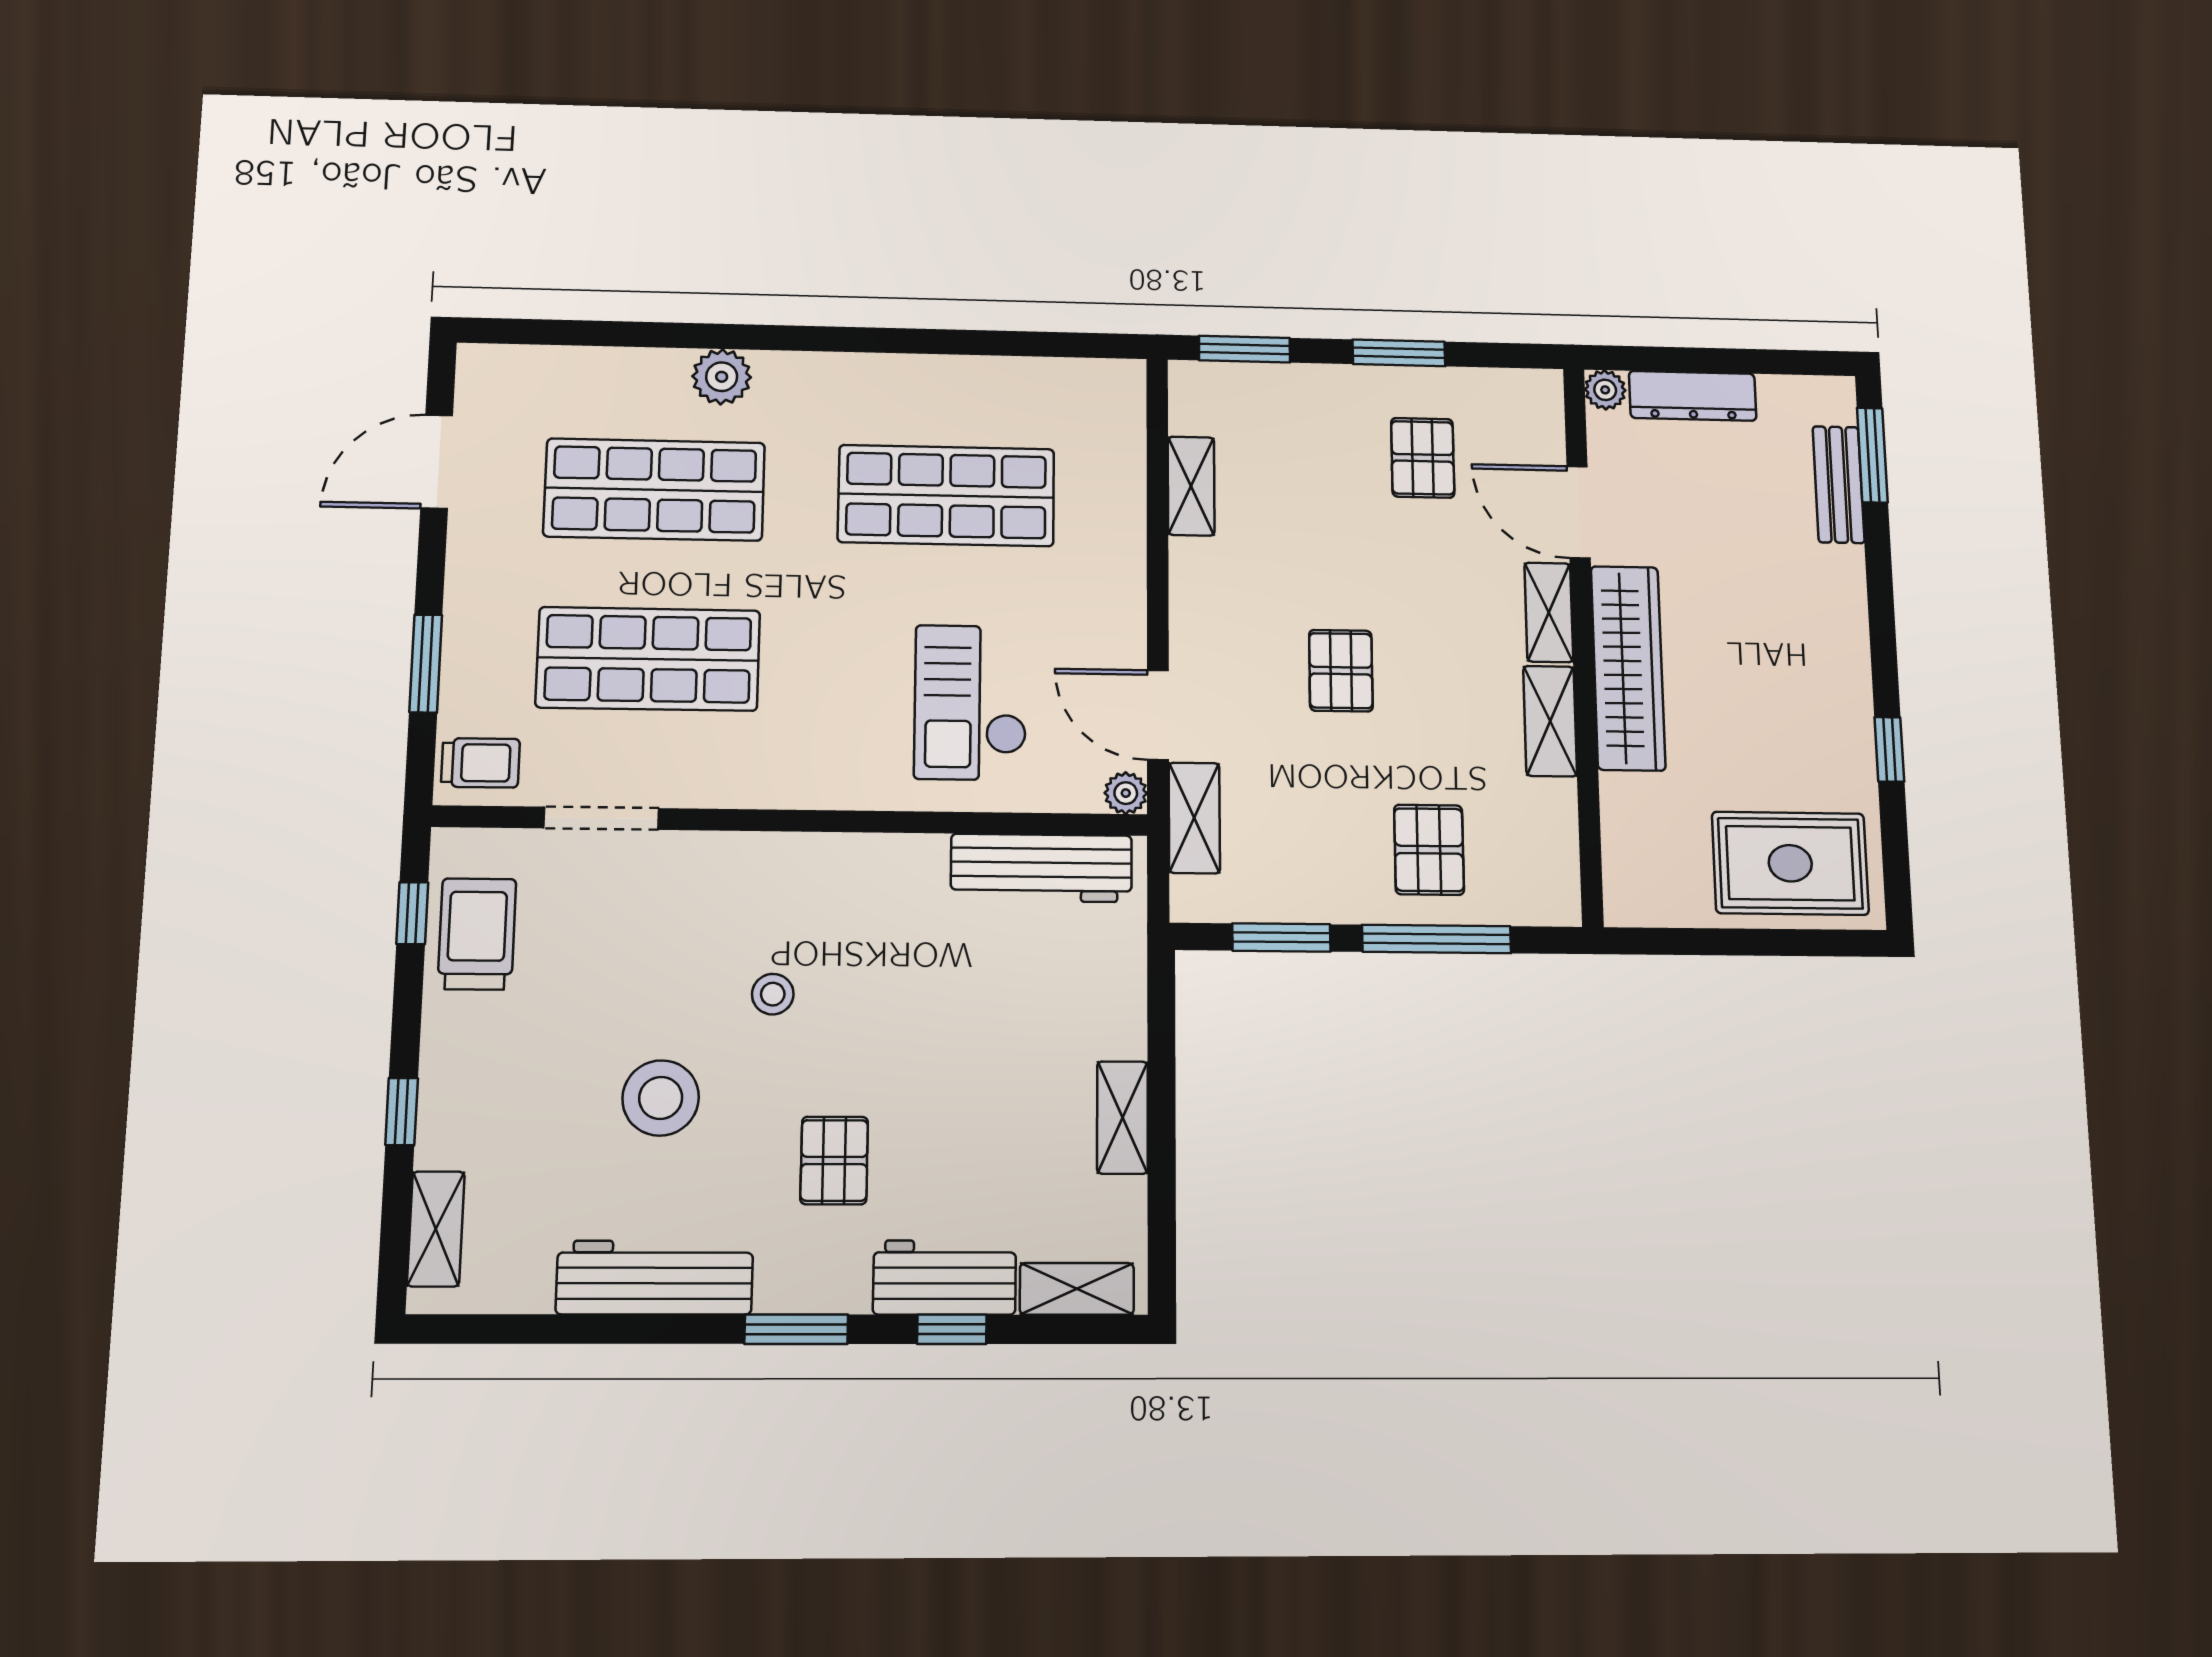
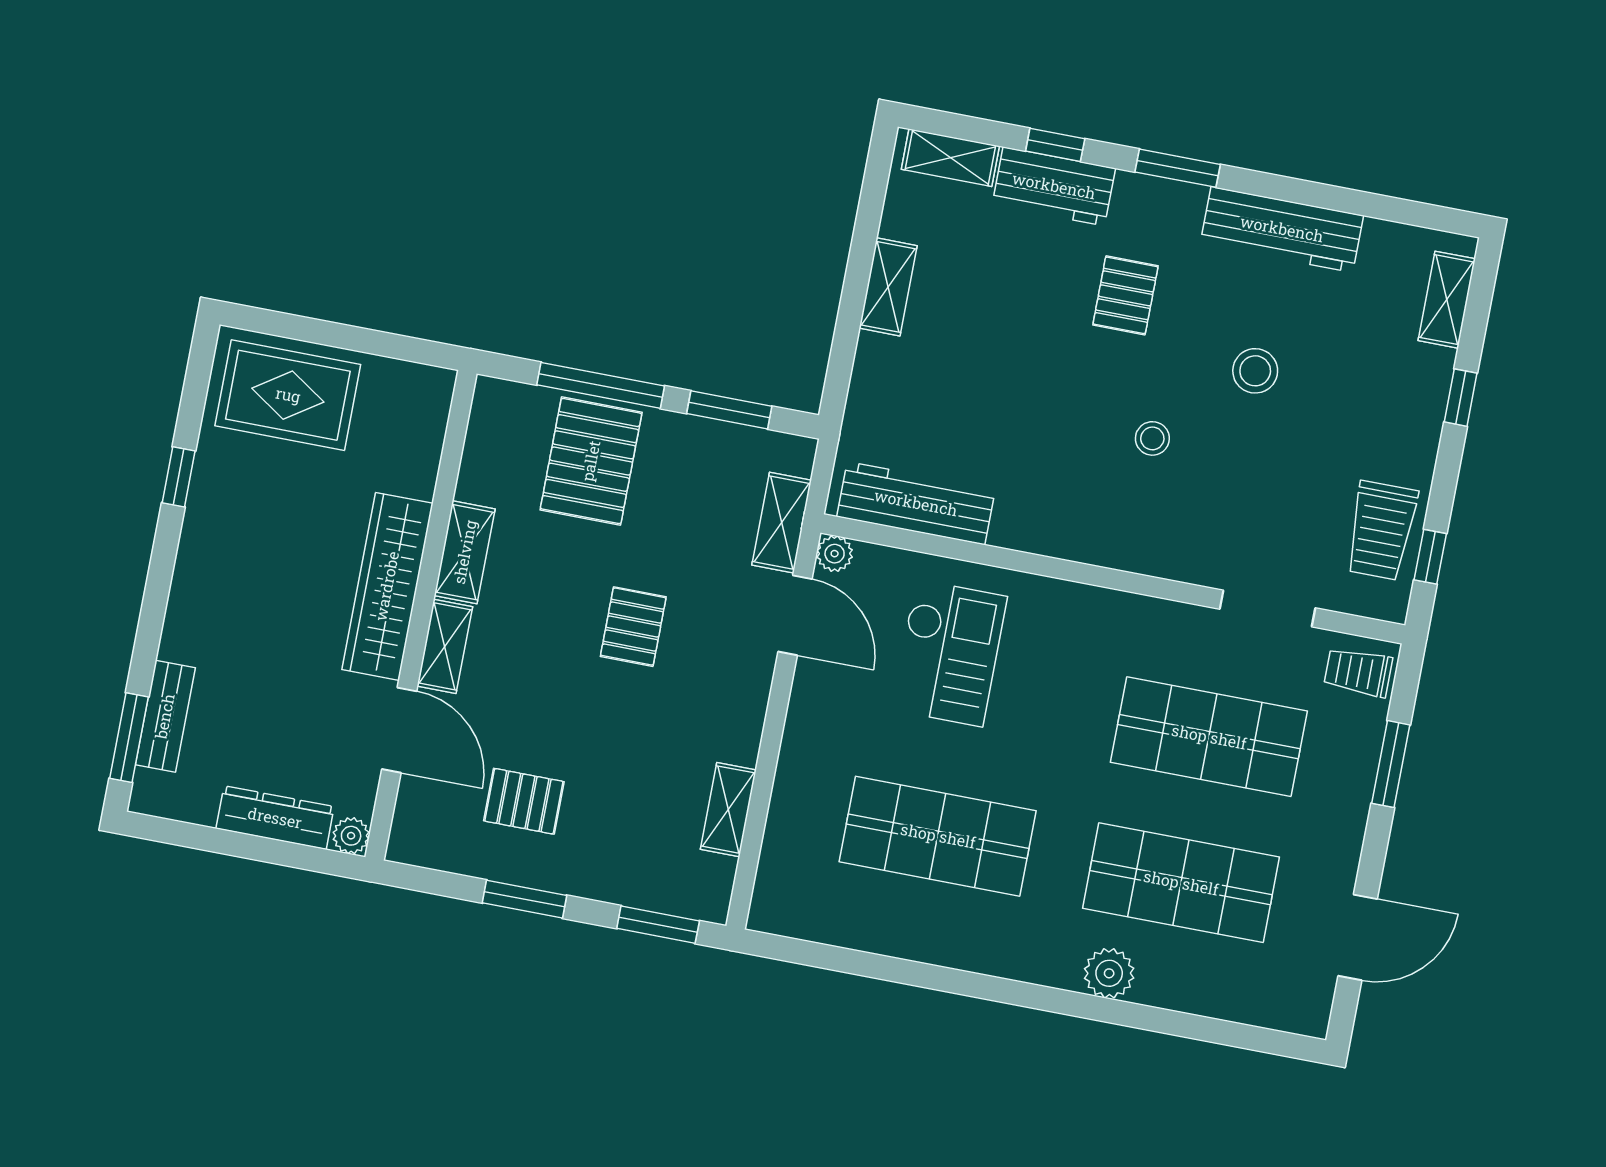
pallet: (1423, 458) -> (524, 801), turned 90
pallet: (1429, 850) -> (591, 461), width x1.50, depth x1.42
stool: (661, 1098) -> (1255, 371), width x0.73, depth x0.73

